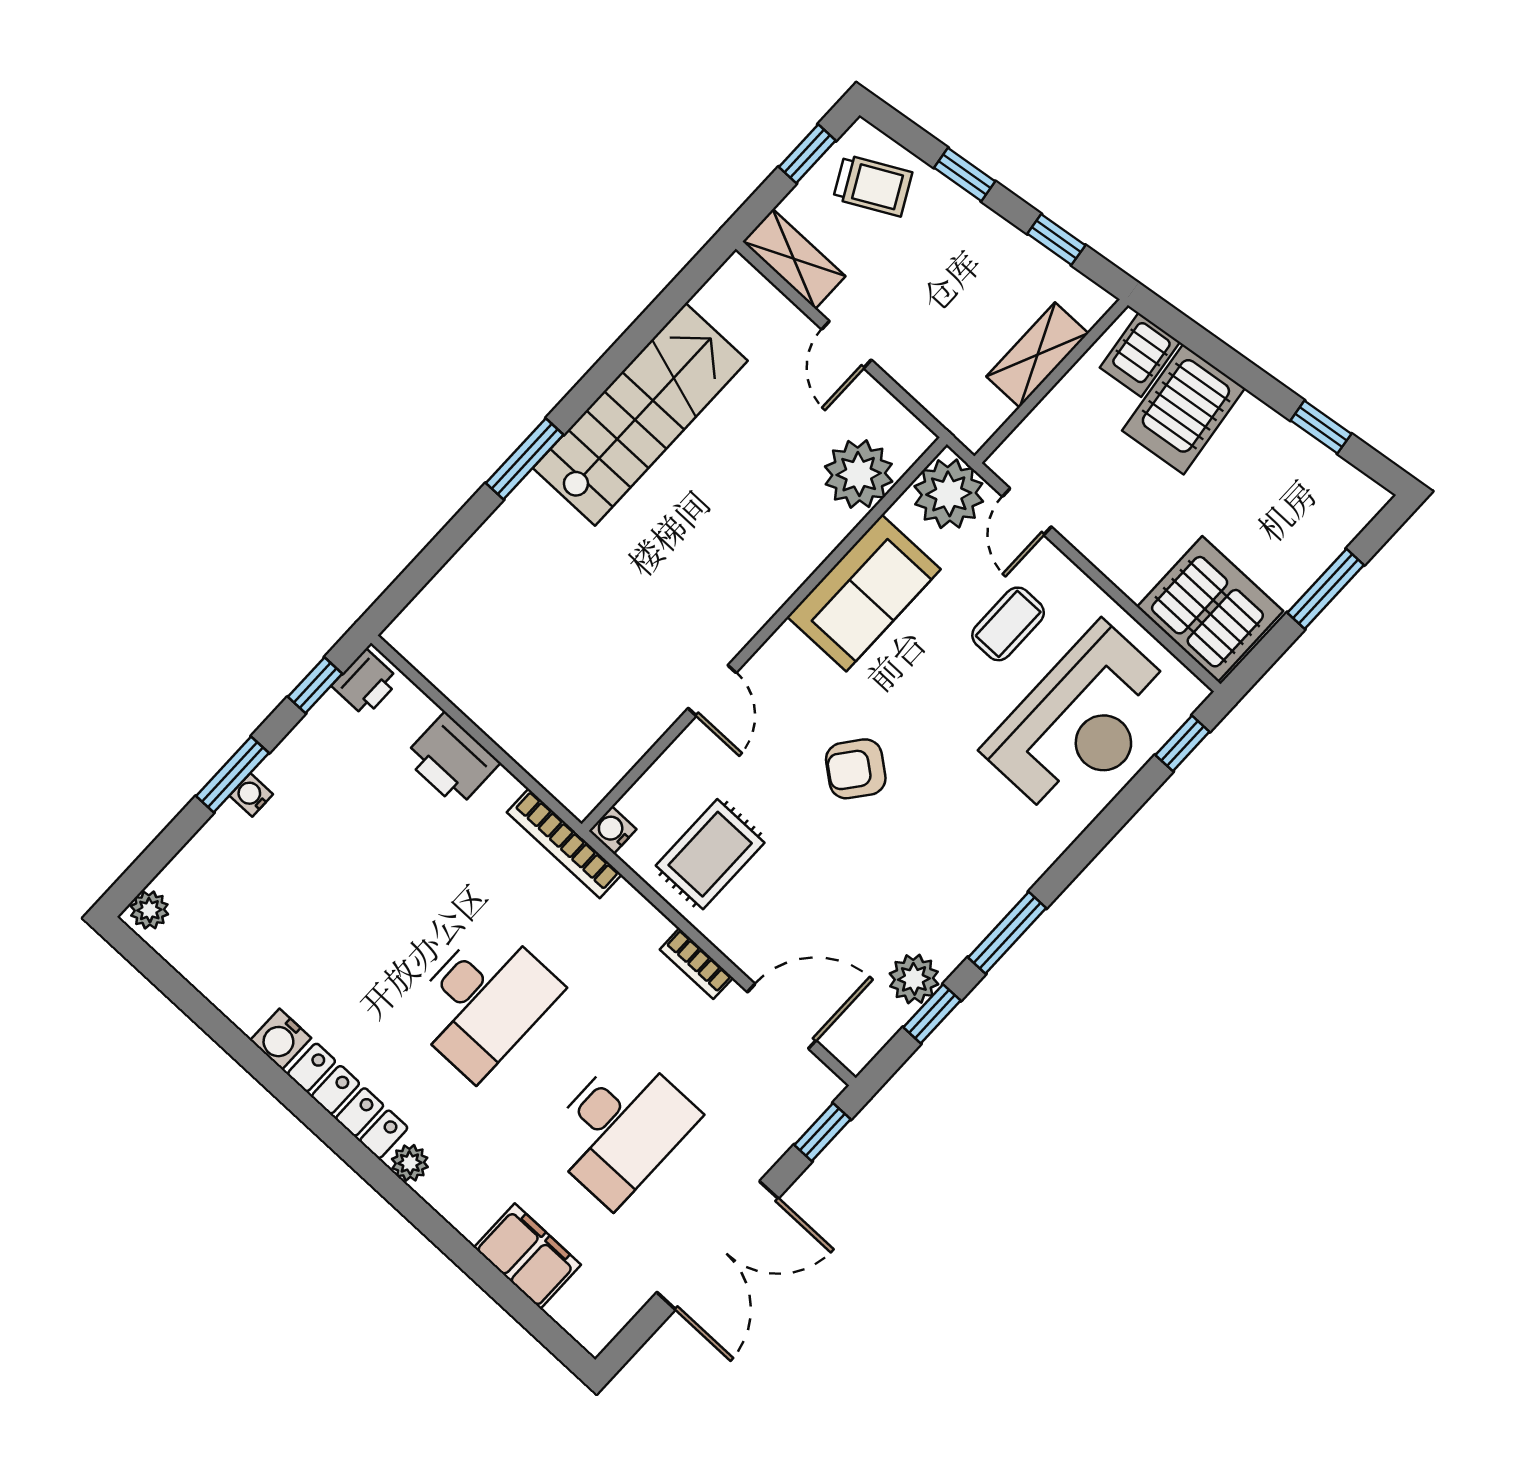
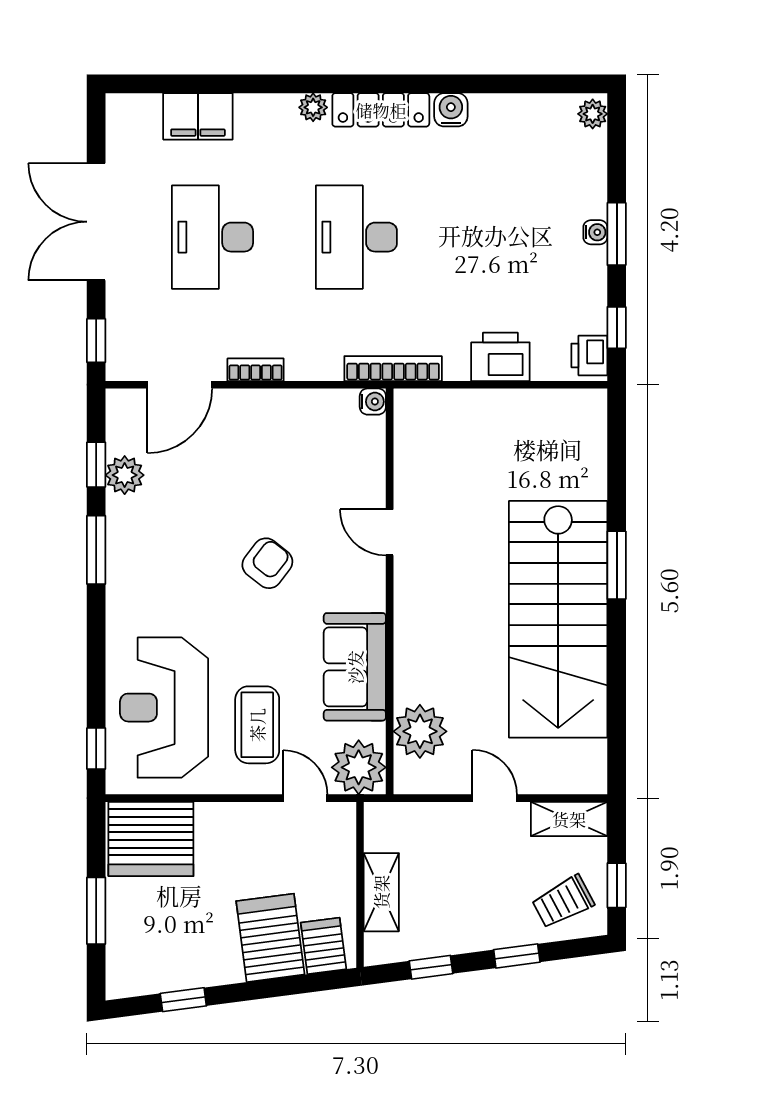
stairs: (640, 414) -> (558, 619), width x1.36, depth x1.51
coffee table: (1008, 624) -> (257, 725), width x1.36, depth x1.30
rug: (710, 854) -> (305, 439), removed

